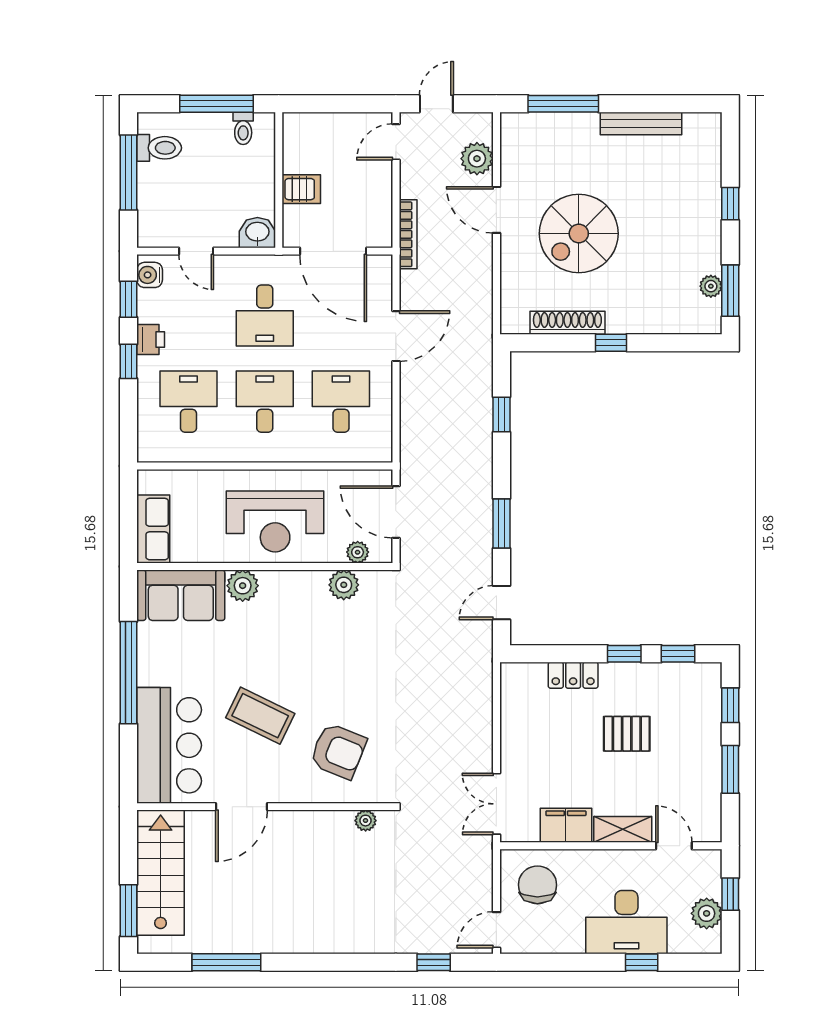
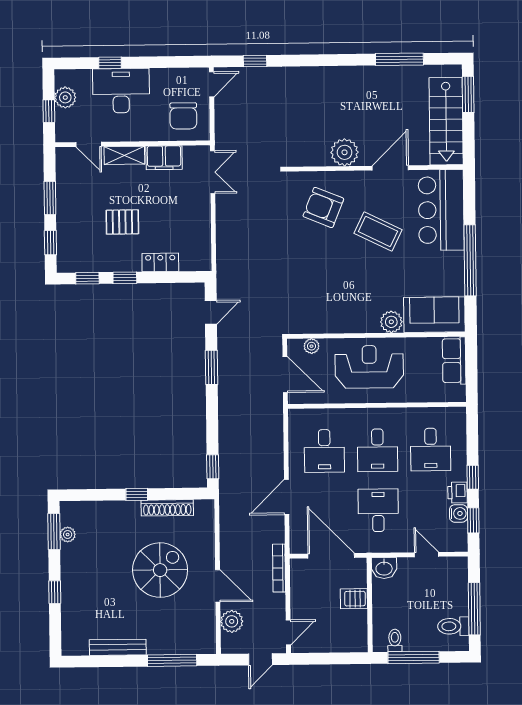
water cooler: (150, 275) -> (458, 513), moved
window: (501, 414) -> (213, 467), moved
plant: (344, 585) -> (321, 323), removed
plant: (366, 821) -> (345, 152), moved, width x1.88, depth x1.88

